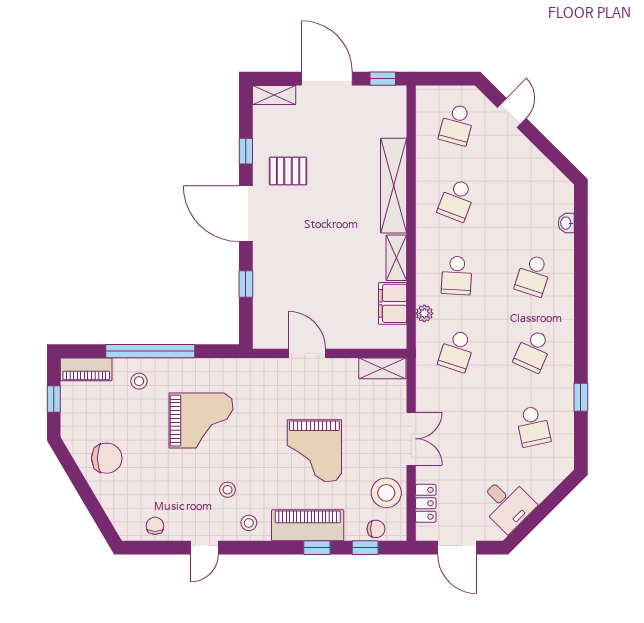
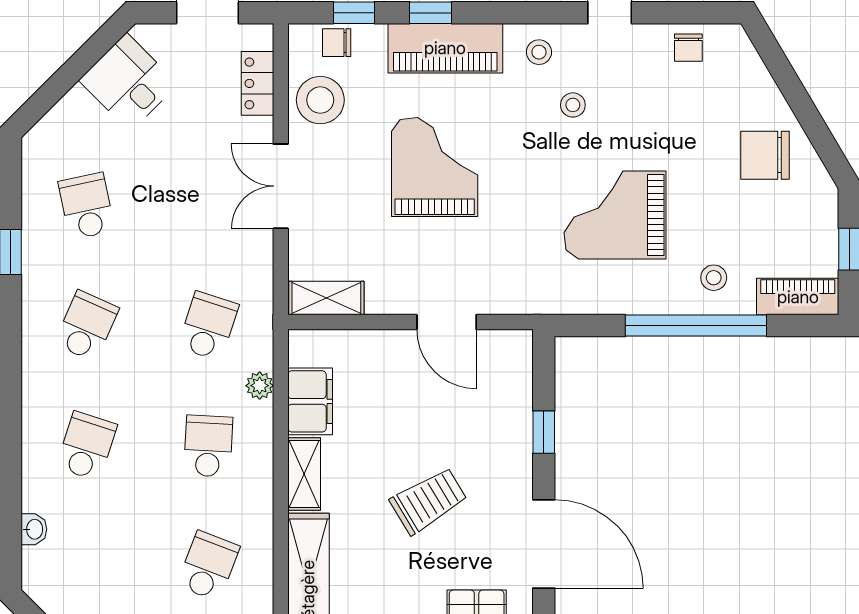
trolley: (318, 241) -> (428, 501), added

